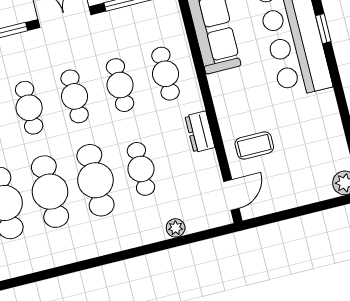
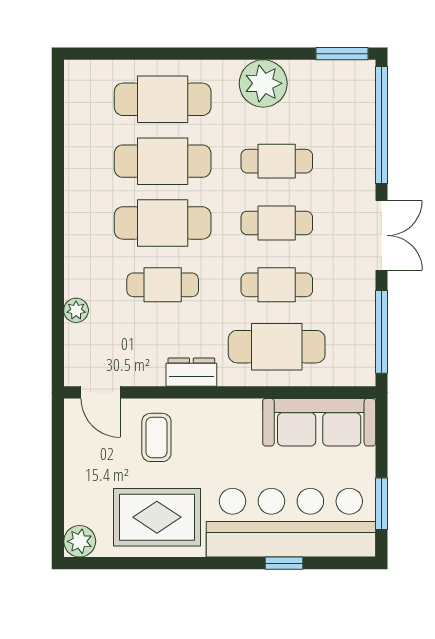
cafe table: (166, 74) -> (277, 347), width x1.37, depth x1.35
rug: (313, 130) -> (157, 517), added

